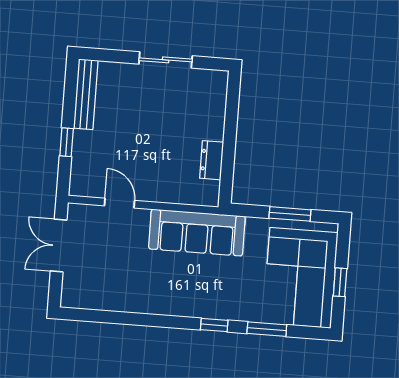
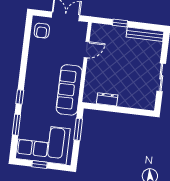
window: (290, 214) -> (78, 129), moved
armchair: (87, 289) -> (42, 31), added

